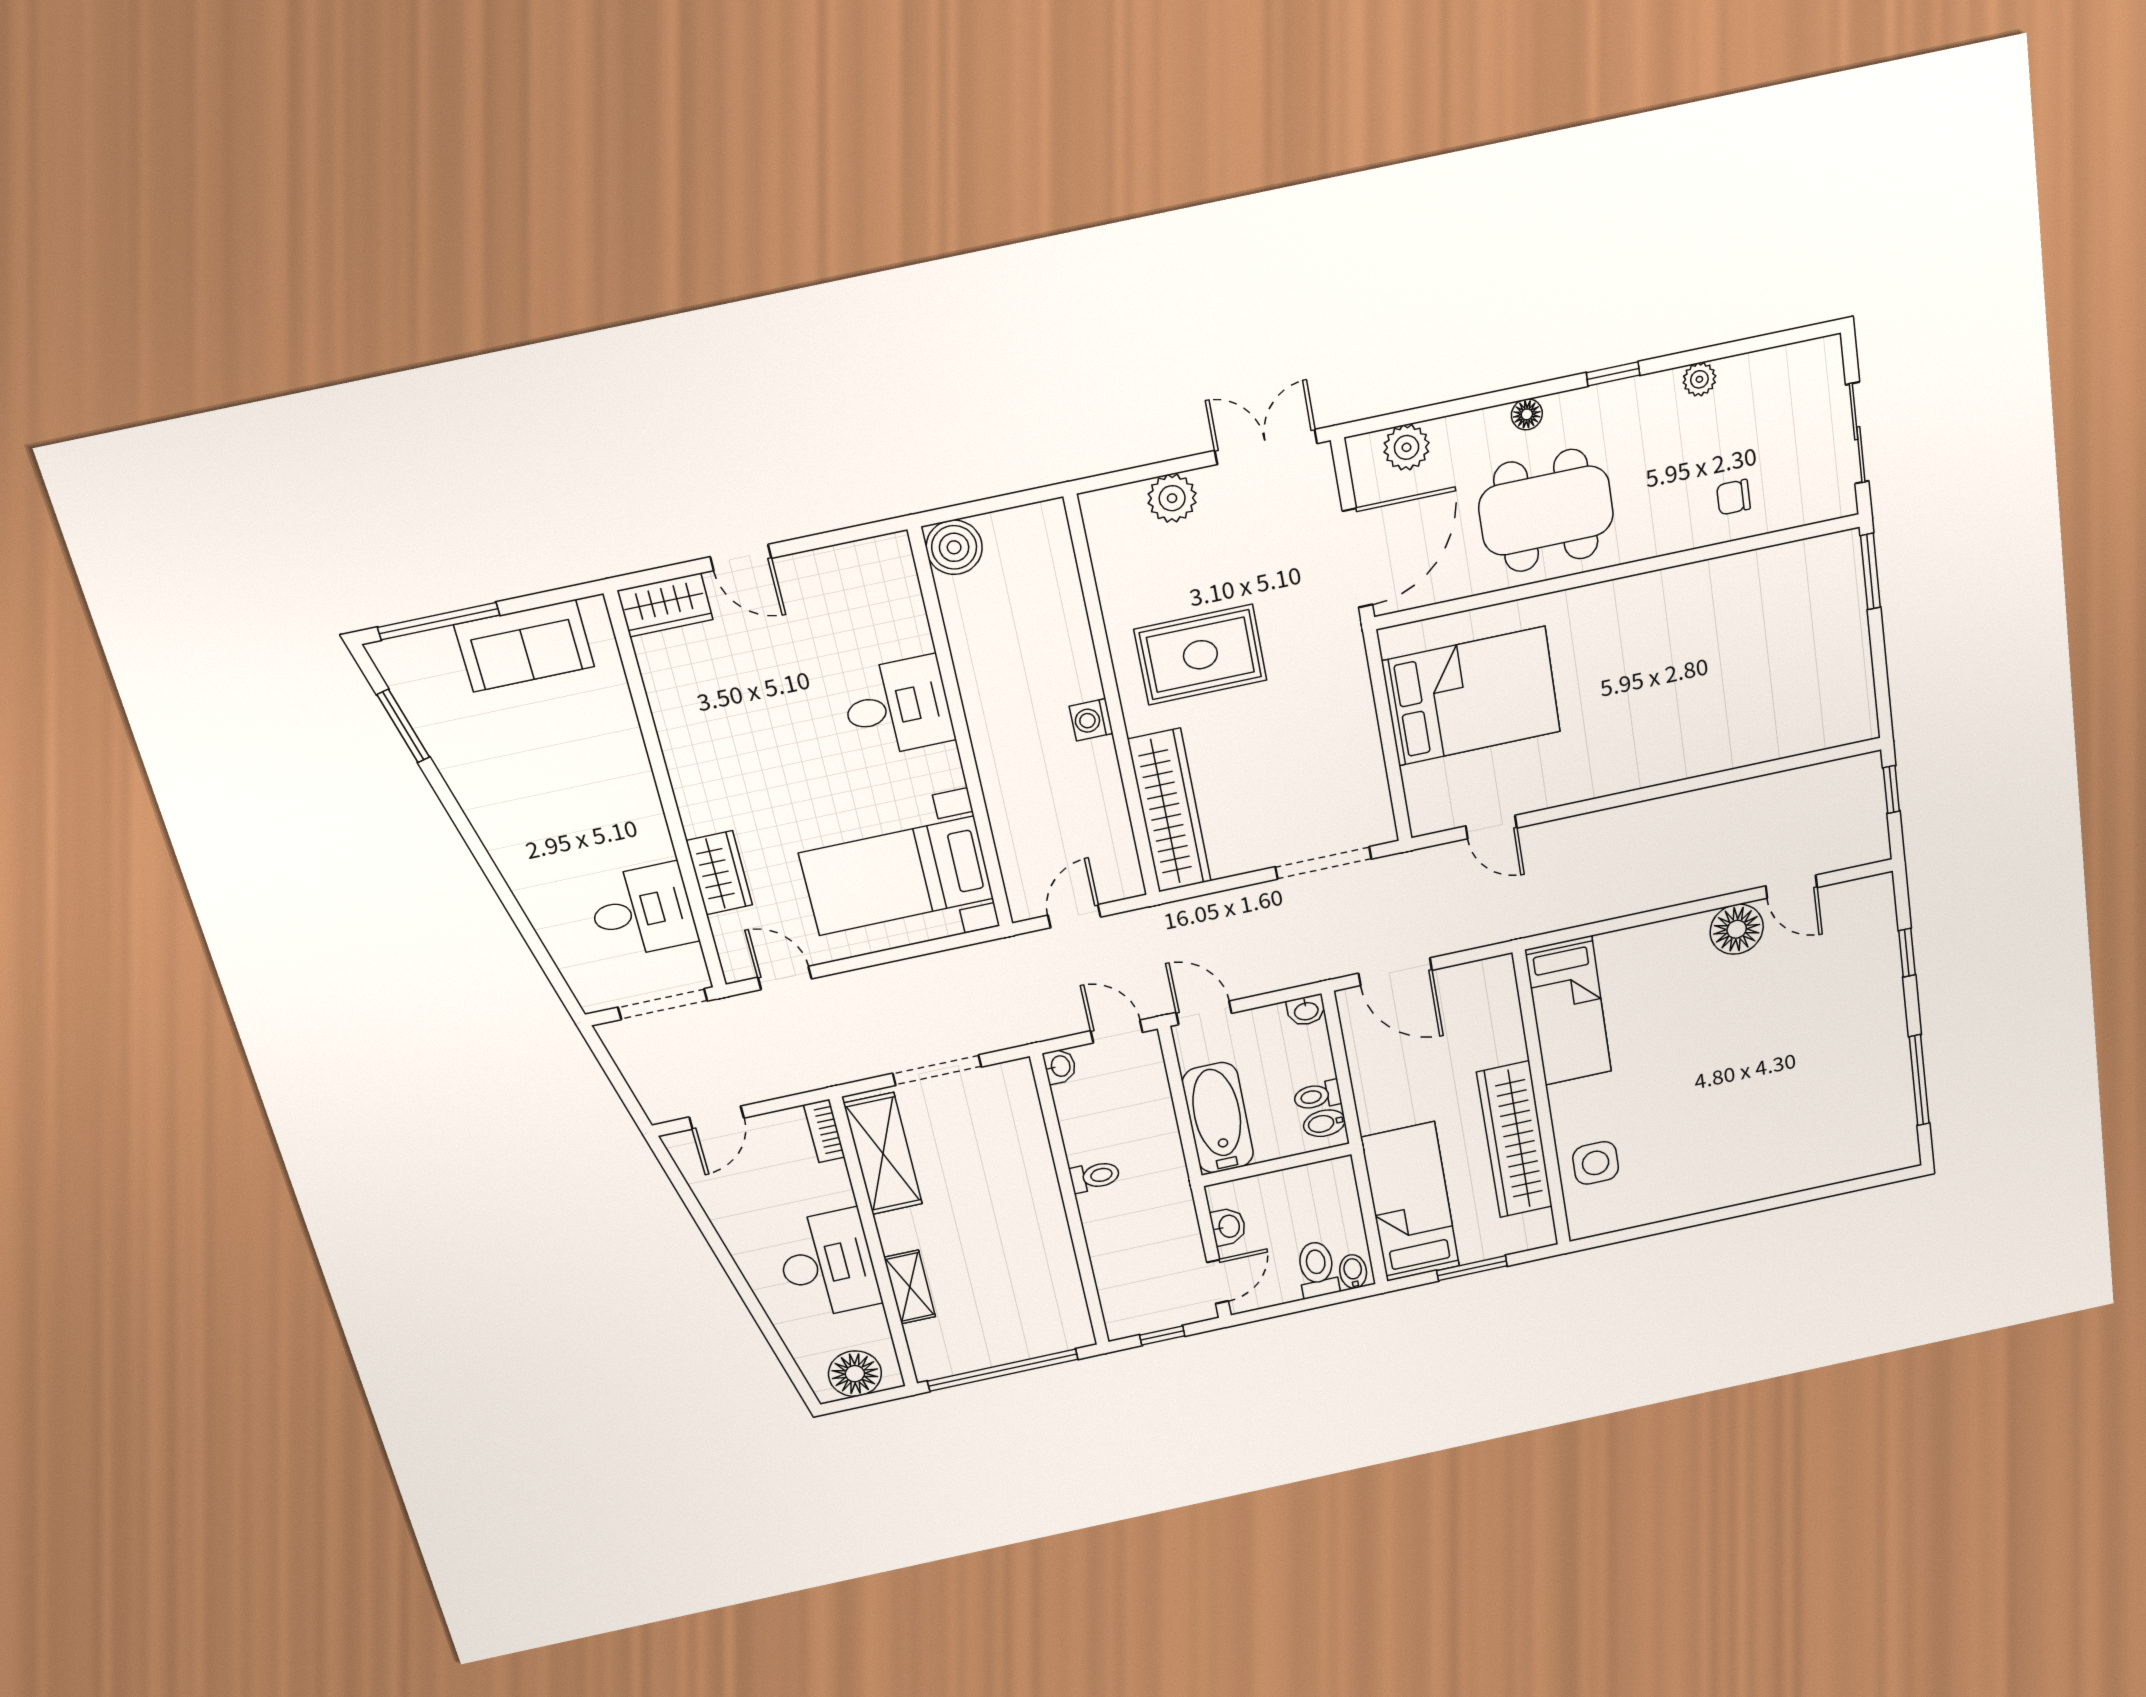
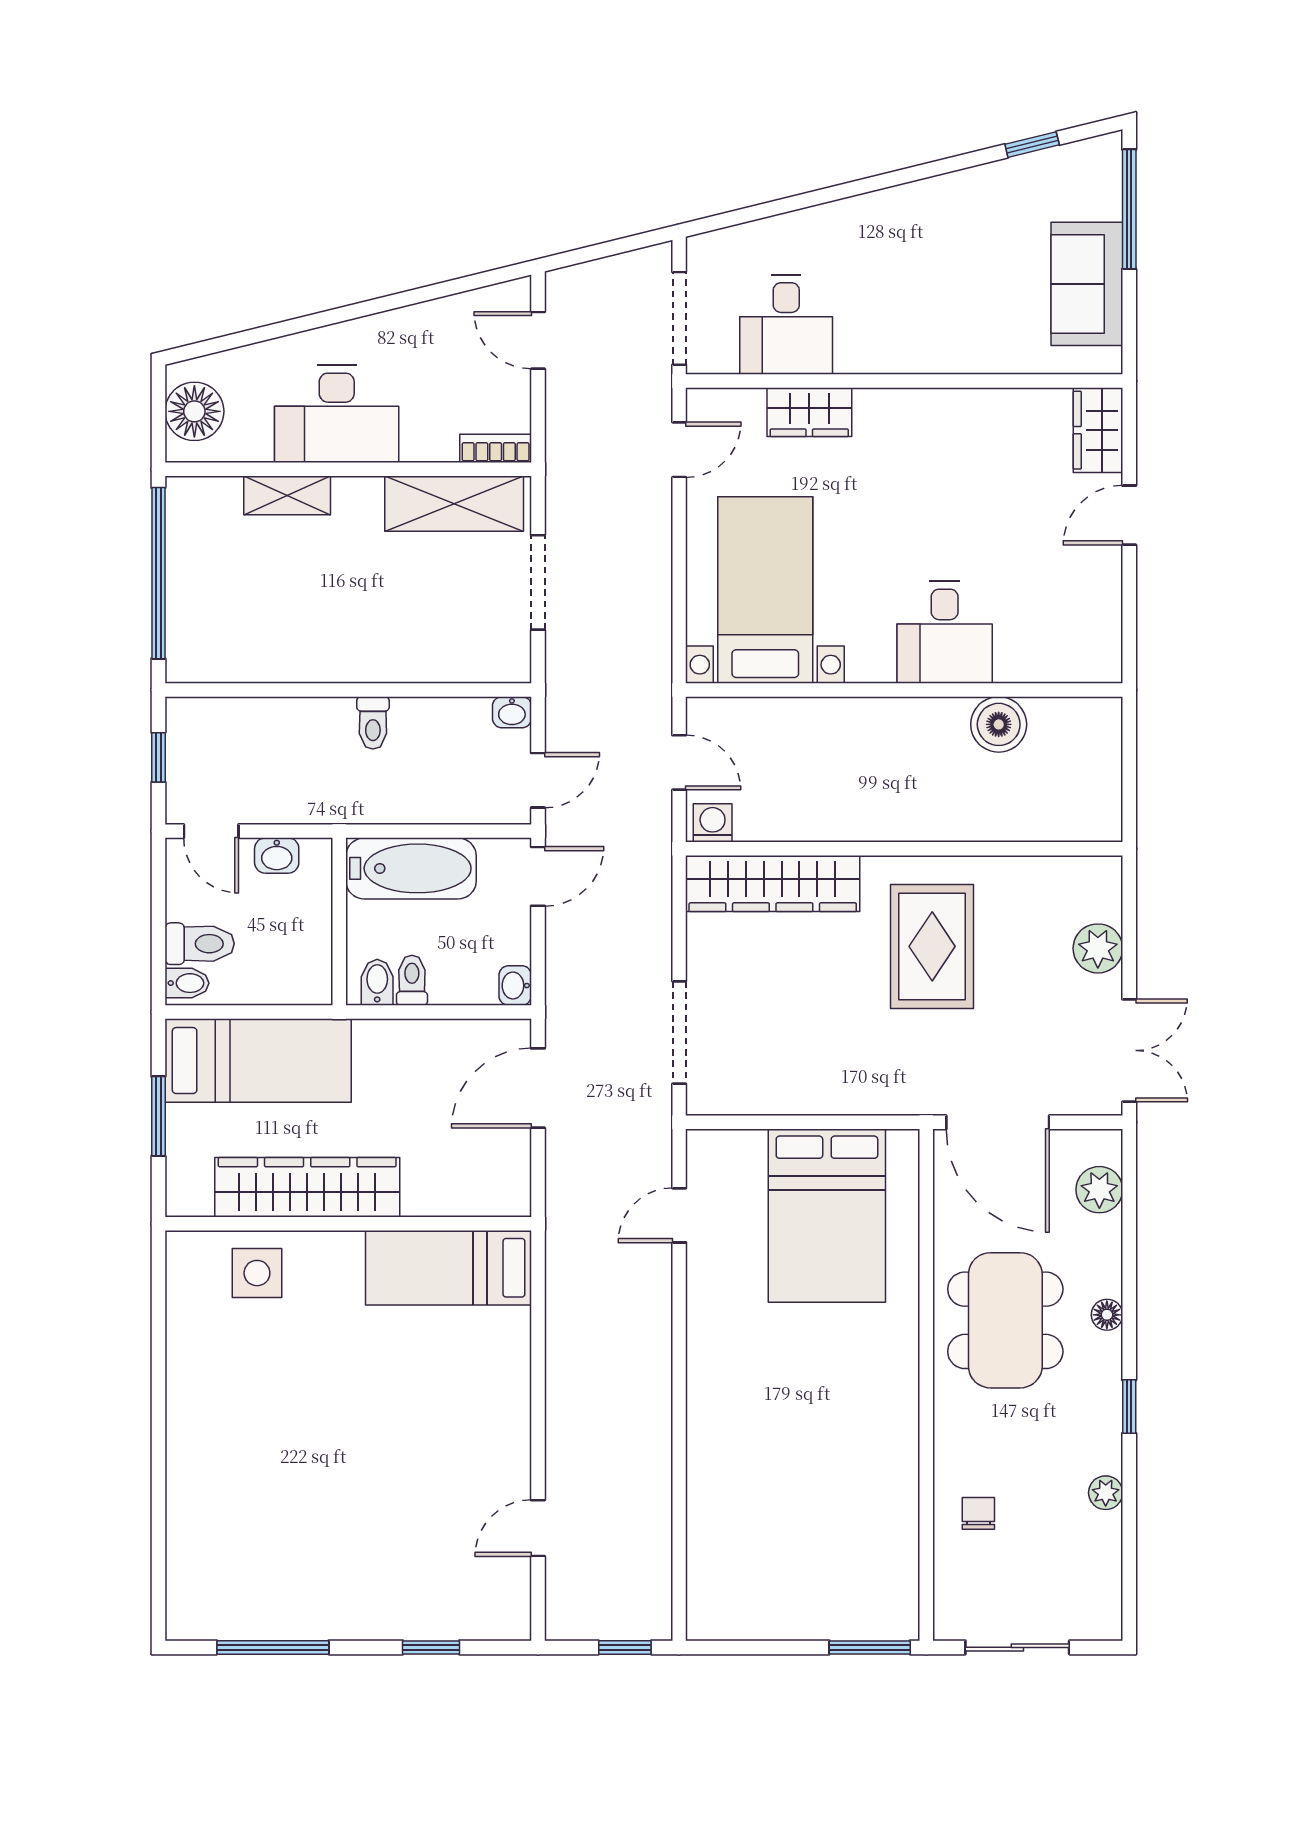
boiler: (954, 547) -> (999, 724), moved
washing machine: (1091, 720) -> (713, 823), moved
window: (403, 726) -> (1032, 145), width x0.67
floor lamp: (1737, 929) -> (502, 1463), removed

